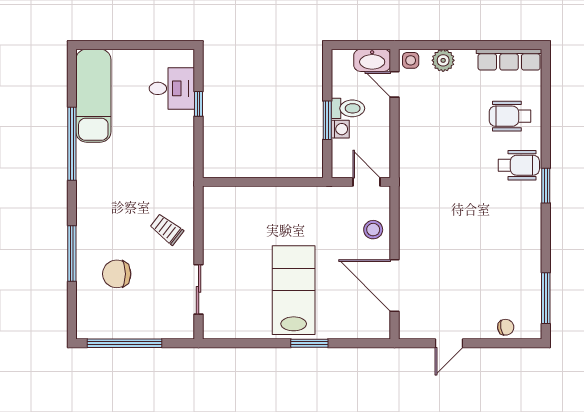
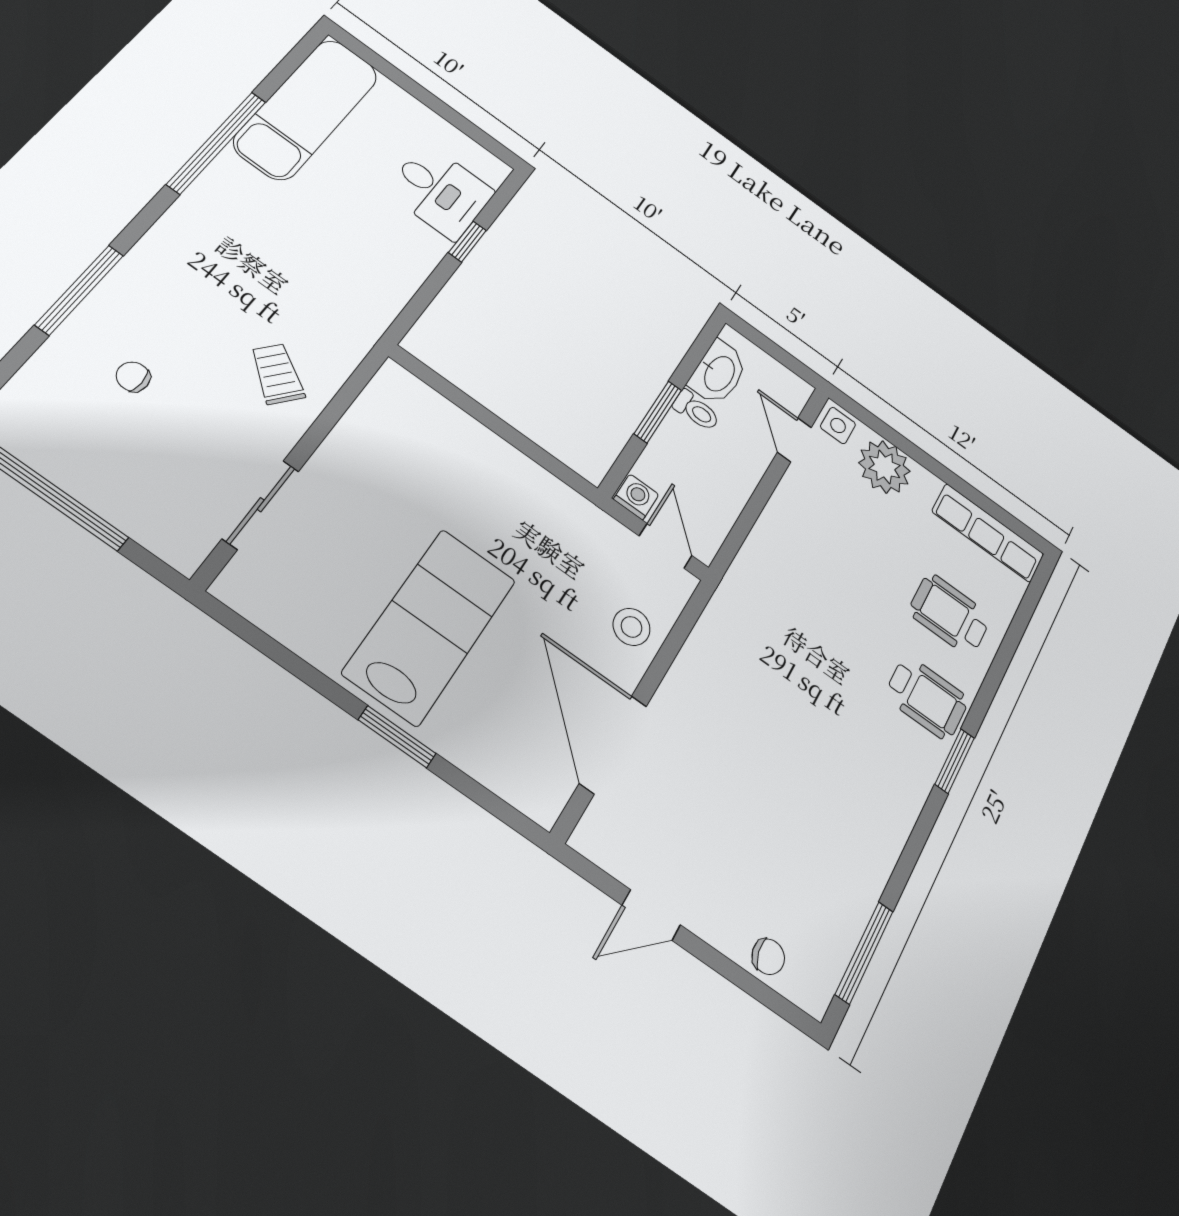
washbasin: (372, 60) -> (718, 373), moved, turned -90
plant: (443, 60) -> (885, 467), width x1.36, depth x1.36
toilet: (348, 108) -> (696, 410), width x0.73, depth x0.72
washing machine: (340, 129) -> (636, 497), moved, turned -90
chair: (117, 274) -> (133, 377), width x0.54, depth x0.54

